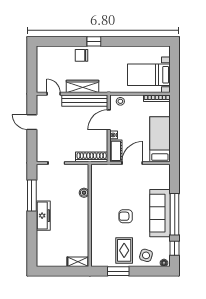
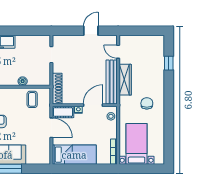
window: (94, 41) -> (169, 63), moved
chair: (81, 55) -> (147, 103), moved
door: (54, 94) -> (118, 52), swing flipped
door: (109, 120) -> (93, 105), hinge flipped
coffee table: (103, 183) -> (32, 99), added
window: (32, 196) -> (20, 31), removed

